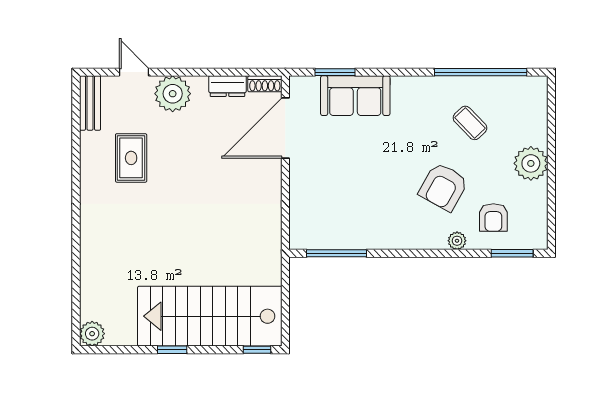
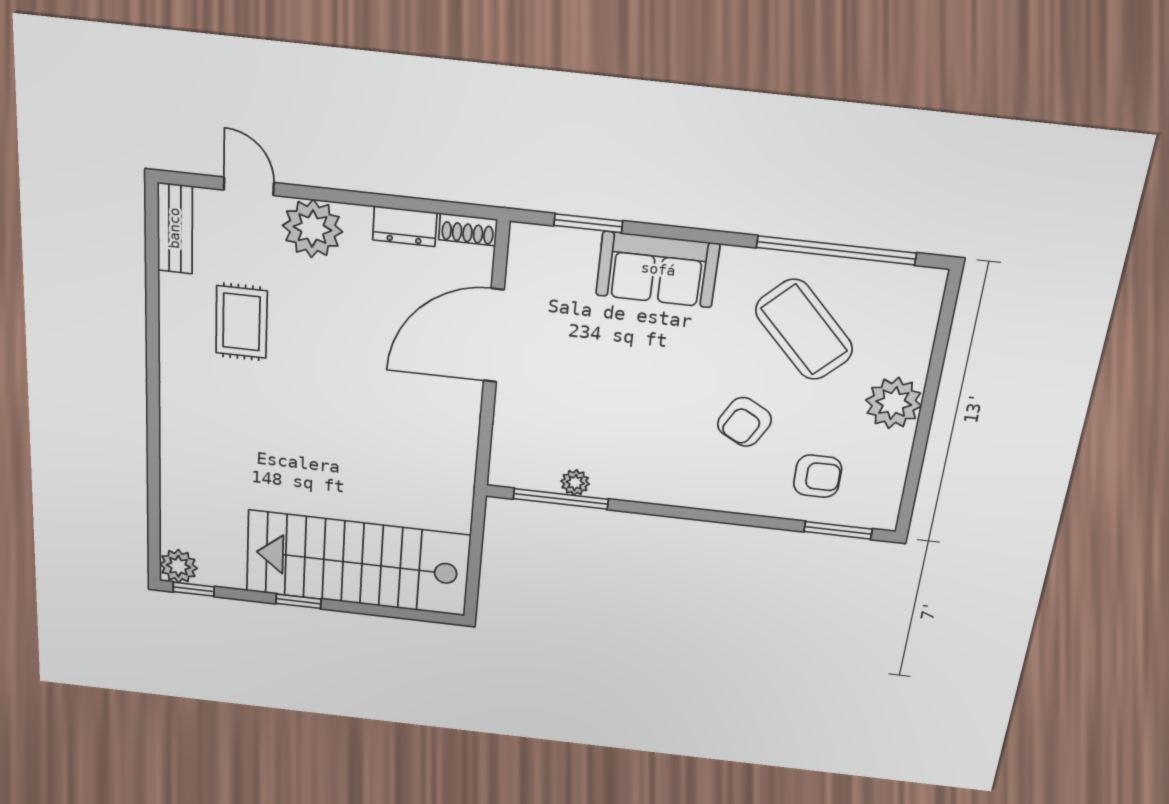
sofa: (355, 96) -> (658, 270), moved
coffee table: (470, 123) -> (804, 330), width x1.86, depth x1.72
door: (285, 128) -> (494, 336), moved
armchair: (443, 187) -> (744, 422), width x0.72, depth x0.72
armchair: (493, 218) -> (818, 476), turned -90
plant: (457, 241) -> (575, 483), moved
window: (257, 350) -> (194, 589), moved

